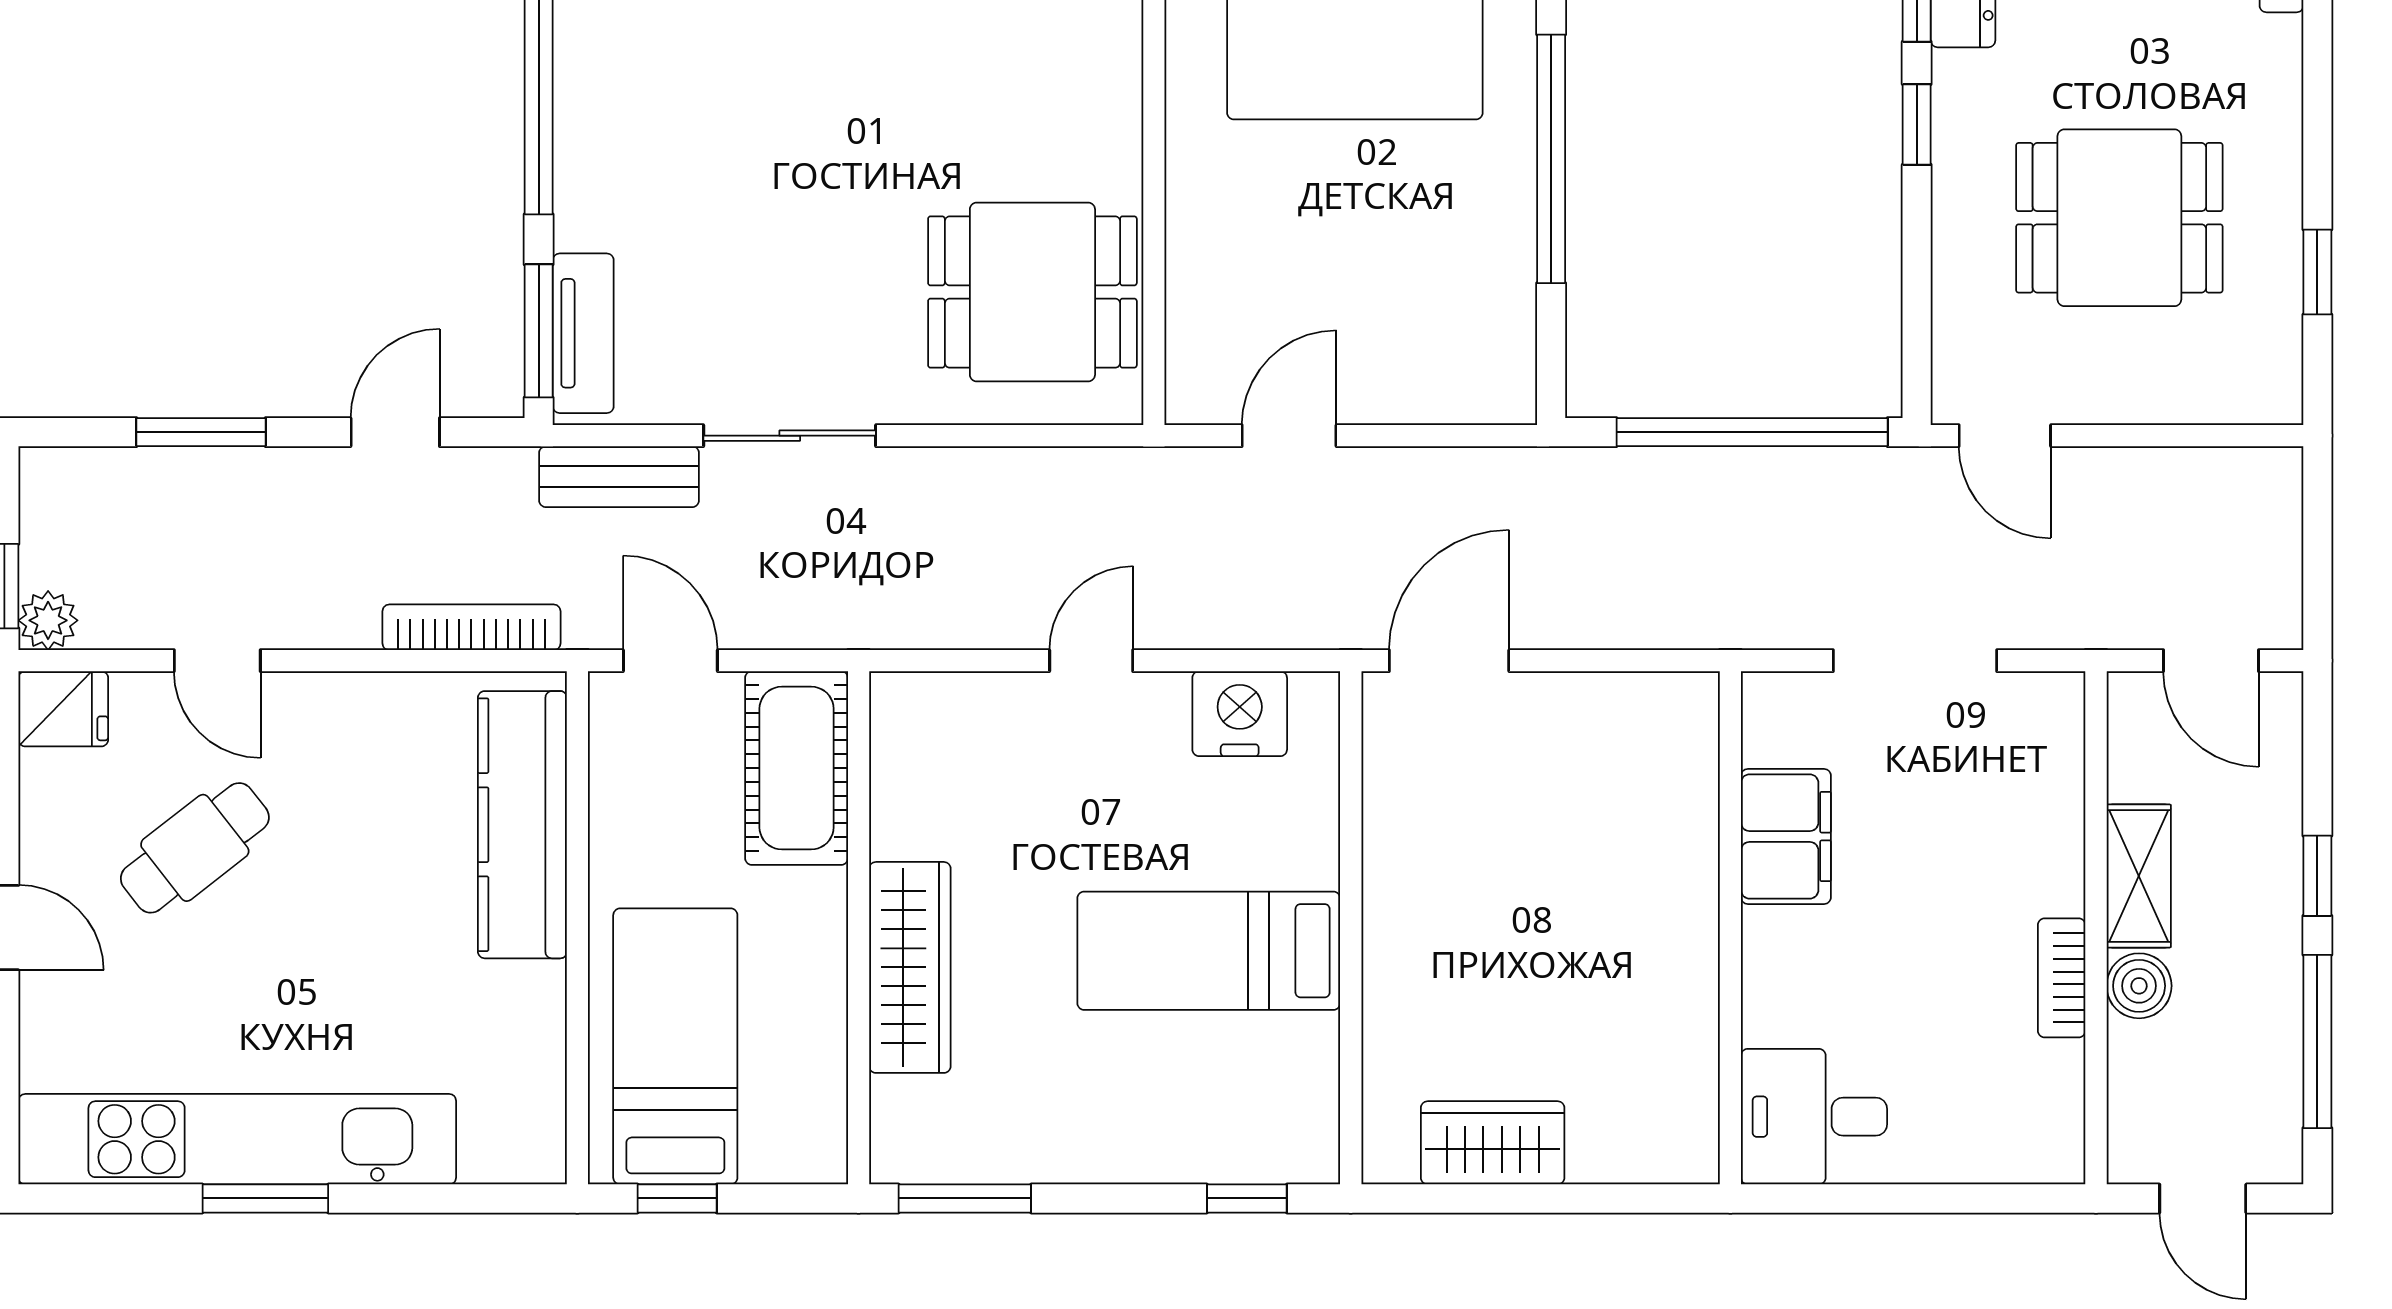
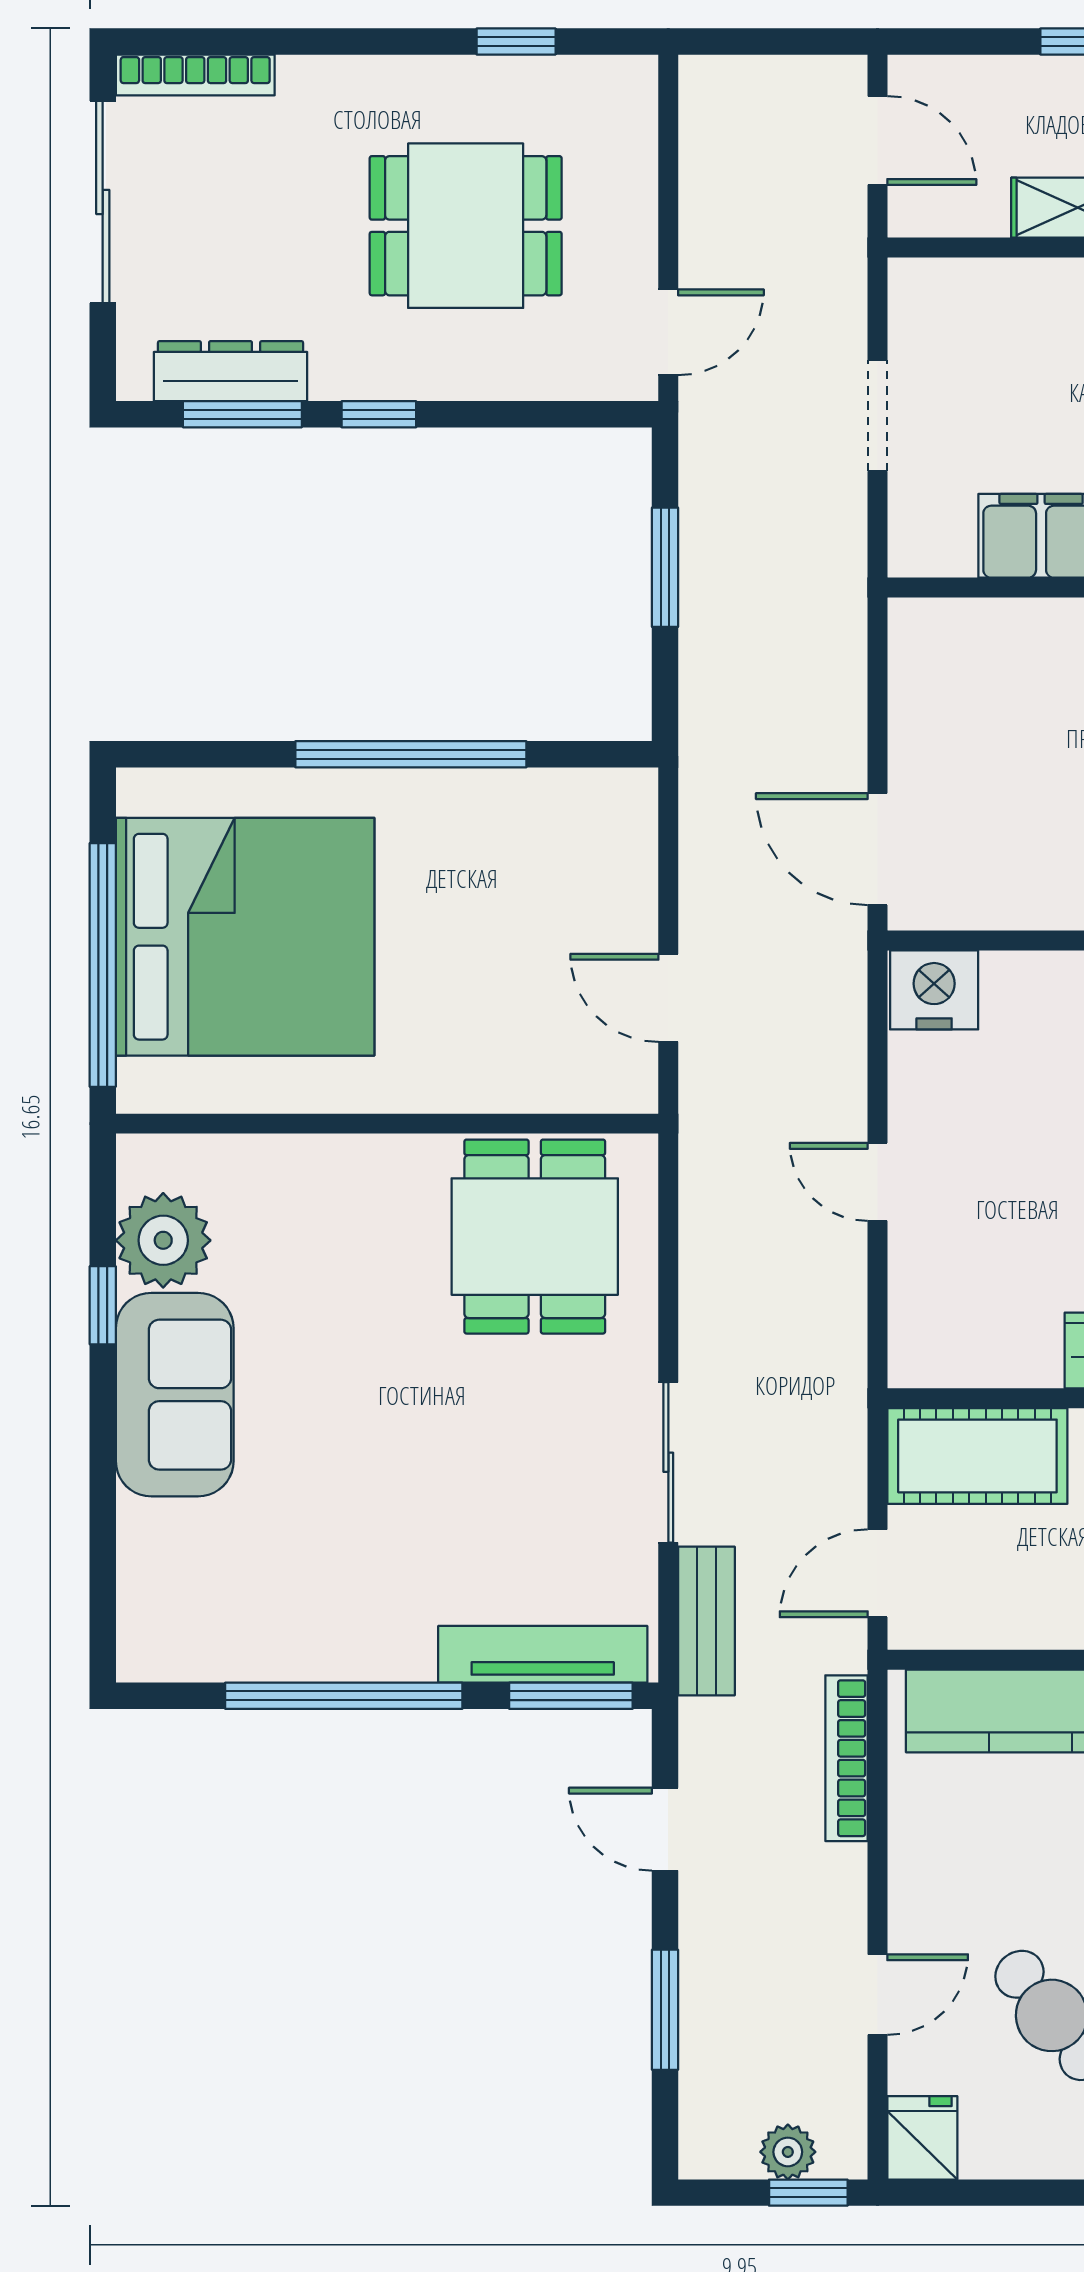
dining table: (2119, 218) -> (466, 226), turned 90
tv unit: (583, 333) -> (543, 1654), width x1.41
window: (1752, 432) -> (665, 567), width x0.47
plant: (48, 620) -> (788, 2152), moved
doorway: (1915, 661) -> (878, 416), width x0.73
door: (2211, 661) -> (878, 141), hinge flipped
nightstand: (1240, 714) -> (934, 990), moved, turned 90

